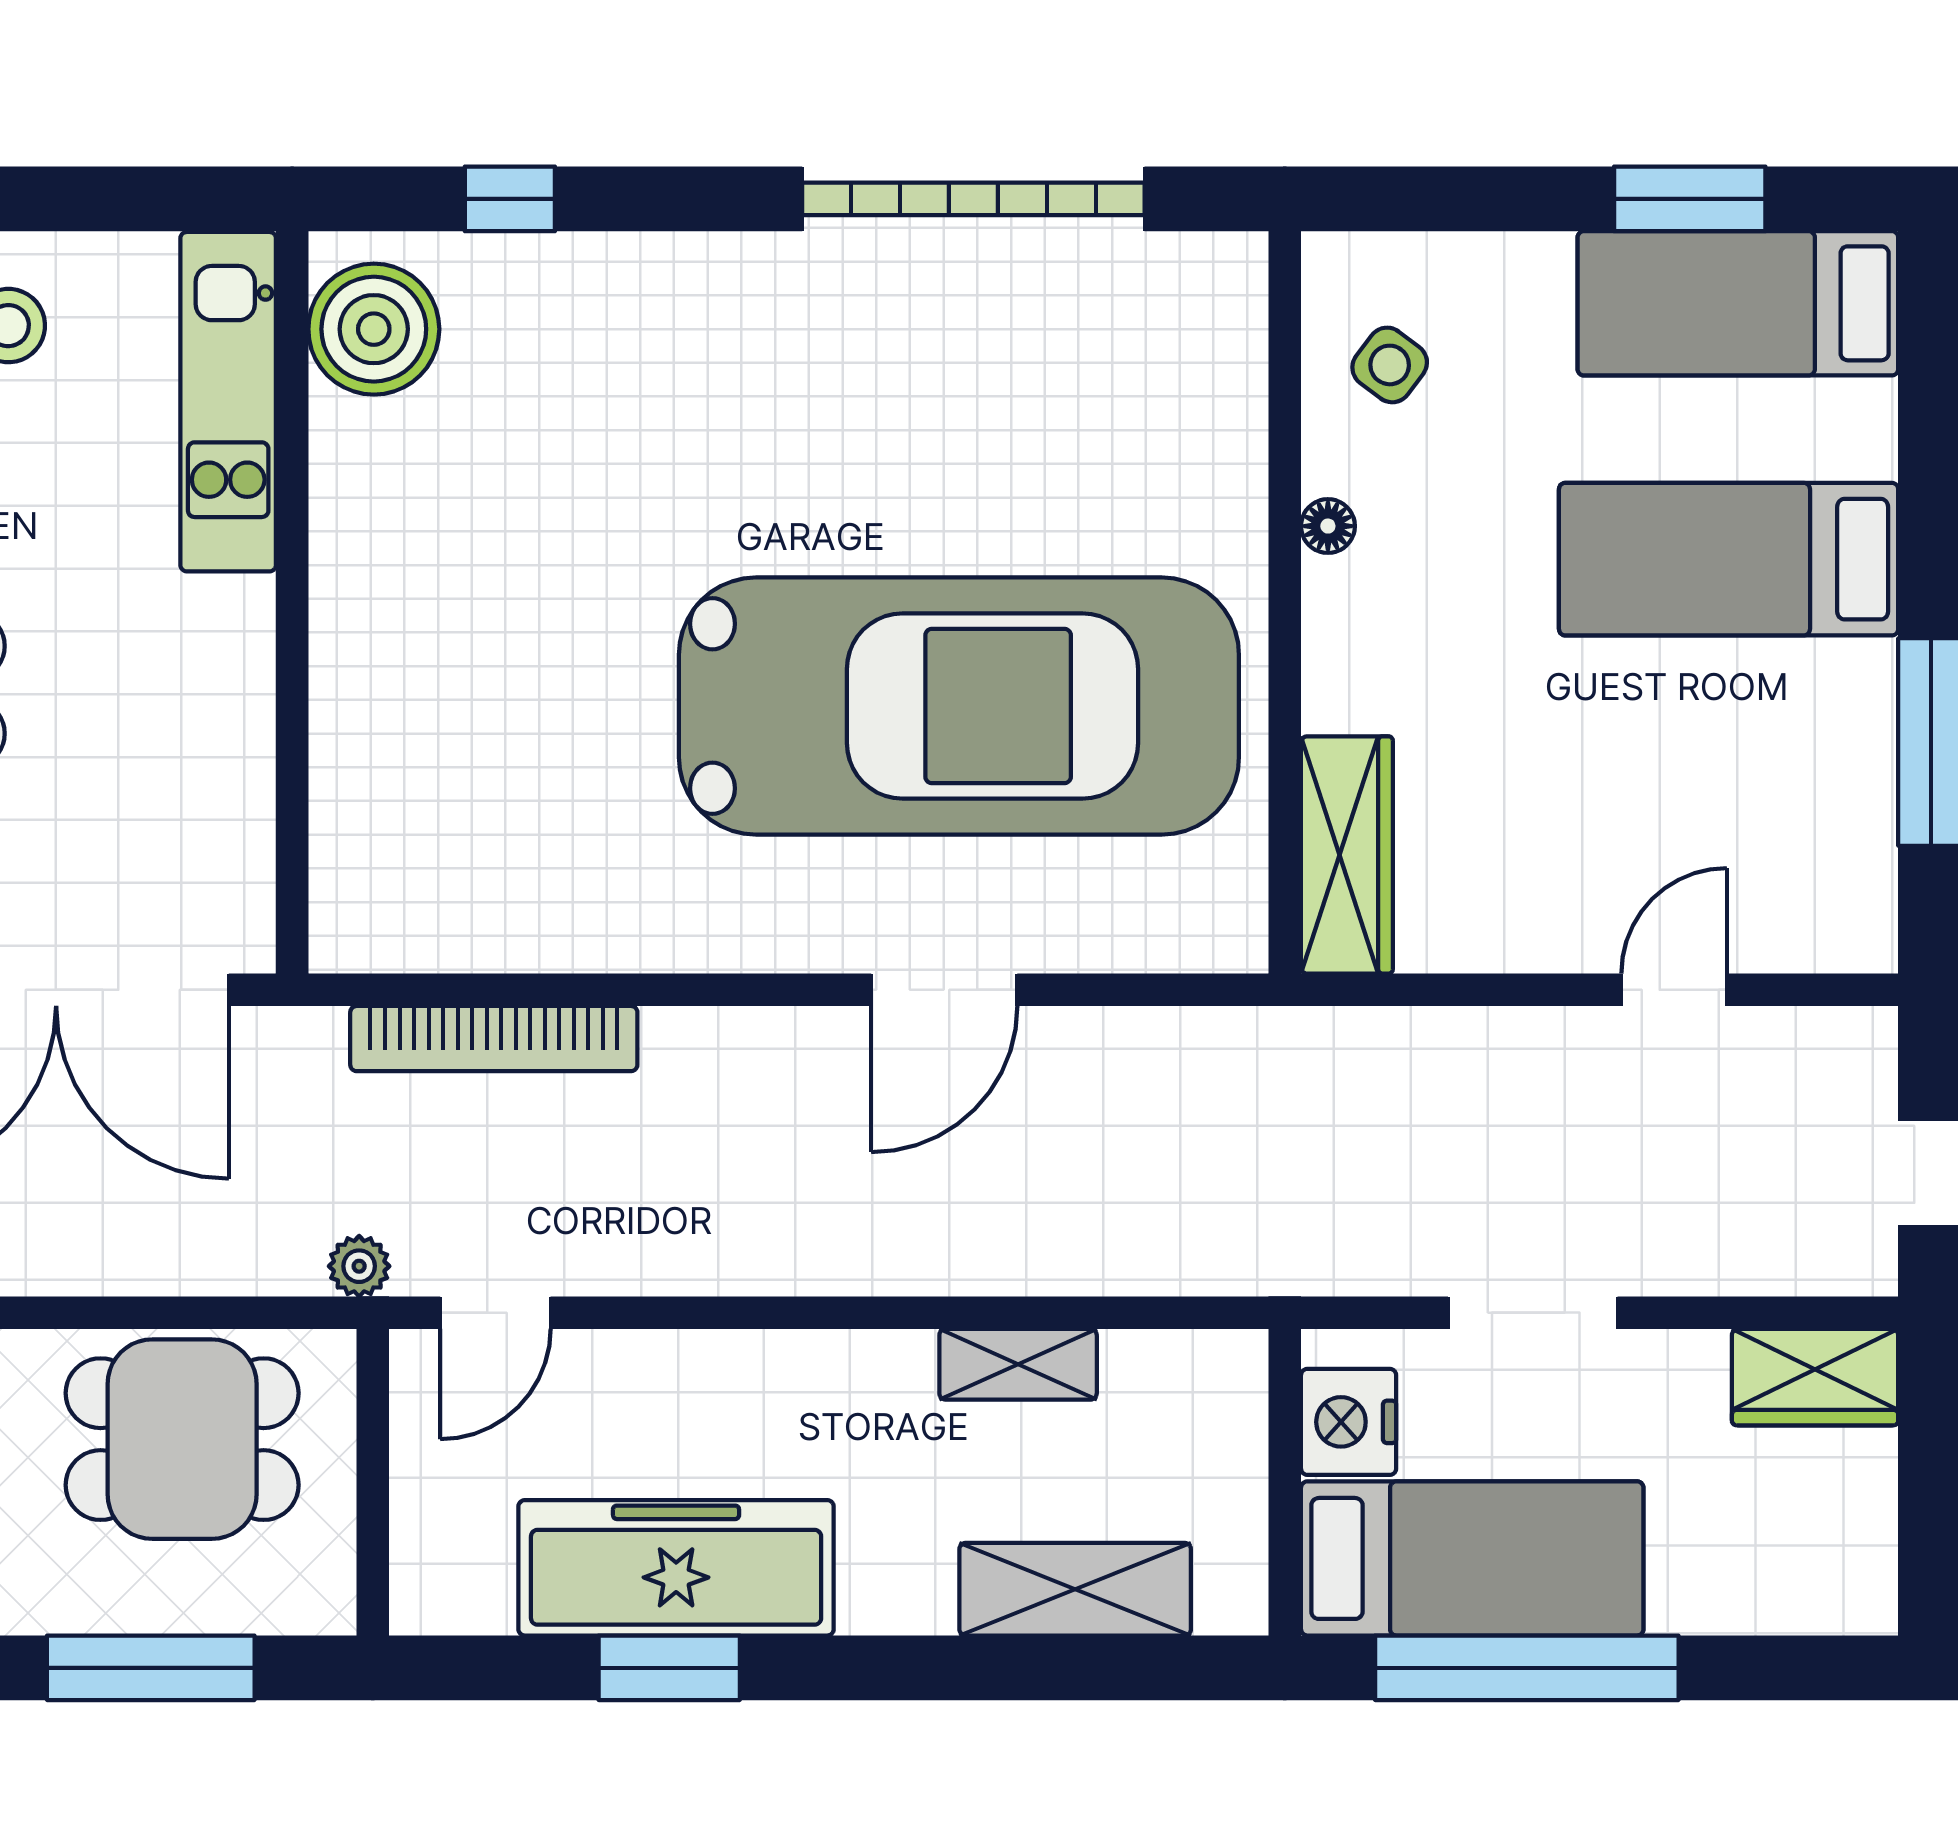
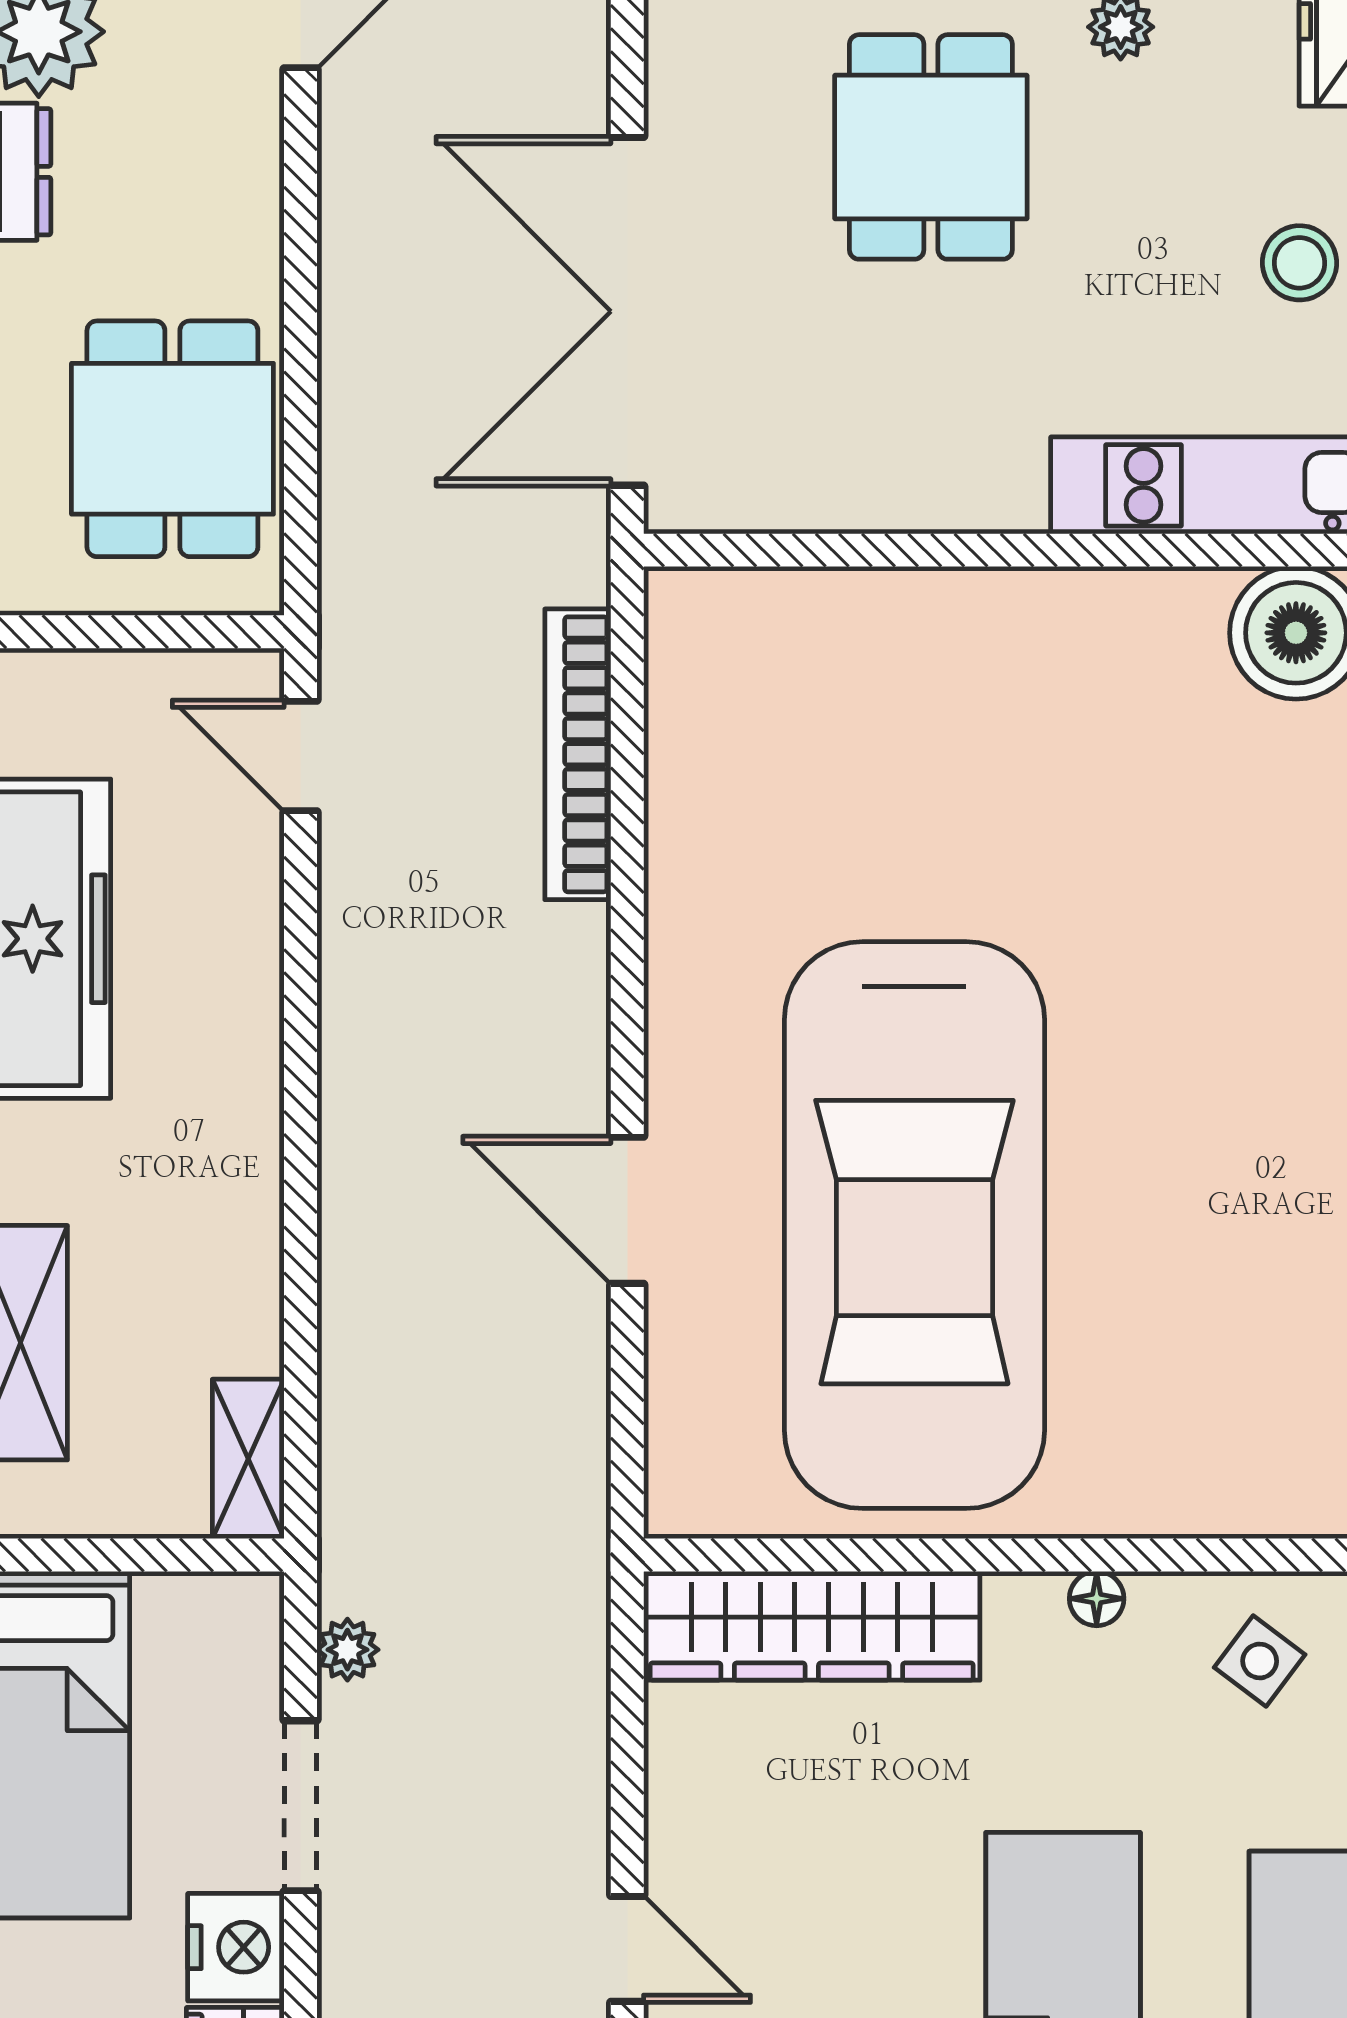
wardrobe: (1347, 855) -> (812, 1626), width x1.40, depth x1.17
plant: (359, 1266) -> (347, 1650), moved
shelving: (1018, 1364) -> (248, 1459), moved
nightstand: (1349, 1422) -> (236, 1947), moved, turned 90

